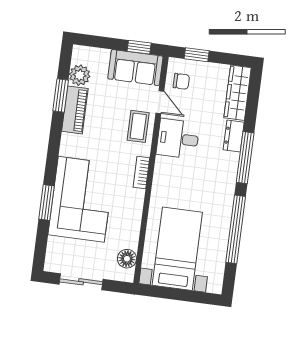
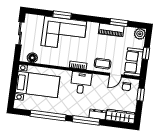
window: (139, 47) -> (146, 53), moved
plant: (80, 75) -> (140, 34), moved
desk: (178, 139) -> (81, 83), moved

